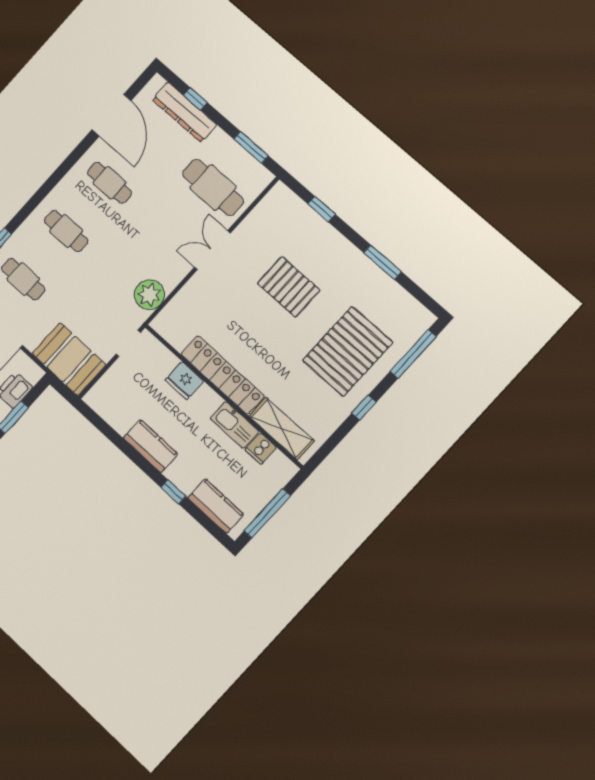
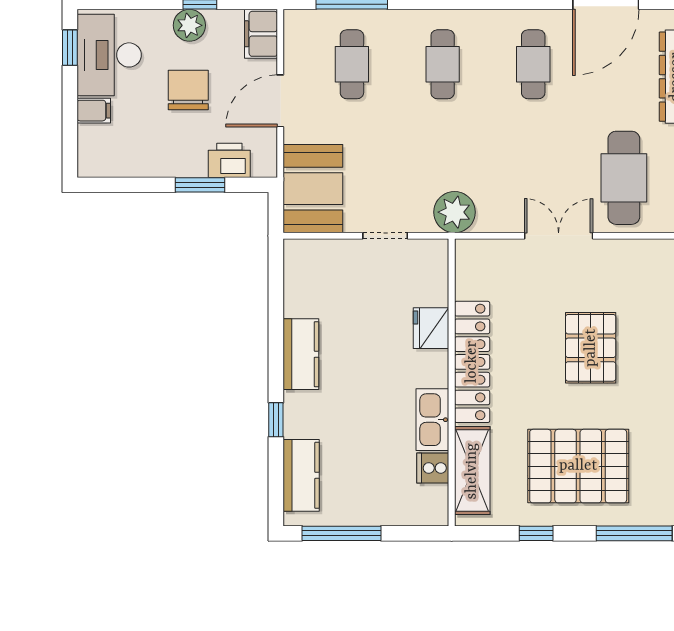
locker: (223, 375) -> (472, 362), moved
fridge: (184, 381) -> (431, 328), moved
wall: (224, 396) -> (452, 382), moved
kitchen sink: (234, 425) -> (432, 420), moved
shelving: (282, 429) -> (472, 471), moved
cooker: (261, 449) -> (433, 468), moved

